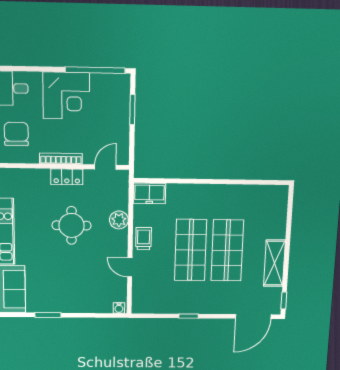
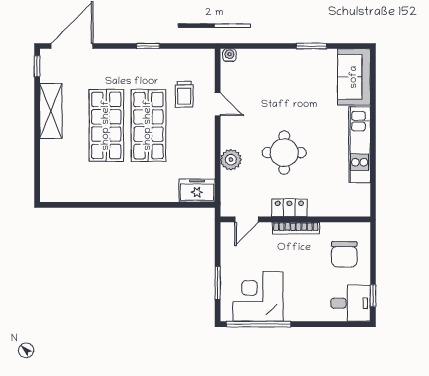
corner desk: (66, 96) -> (258, 296), moved
trolley: (144, 239) -> (184, 94), moved

